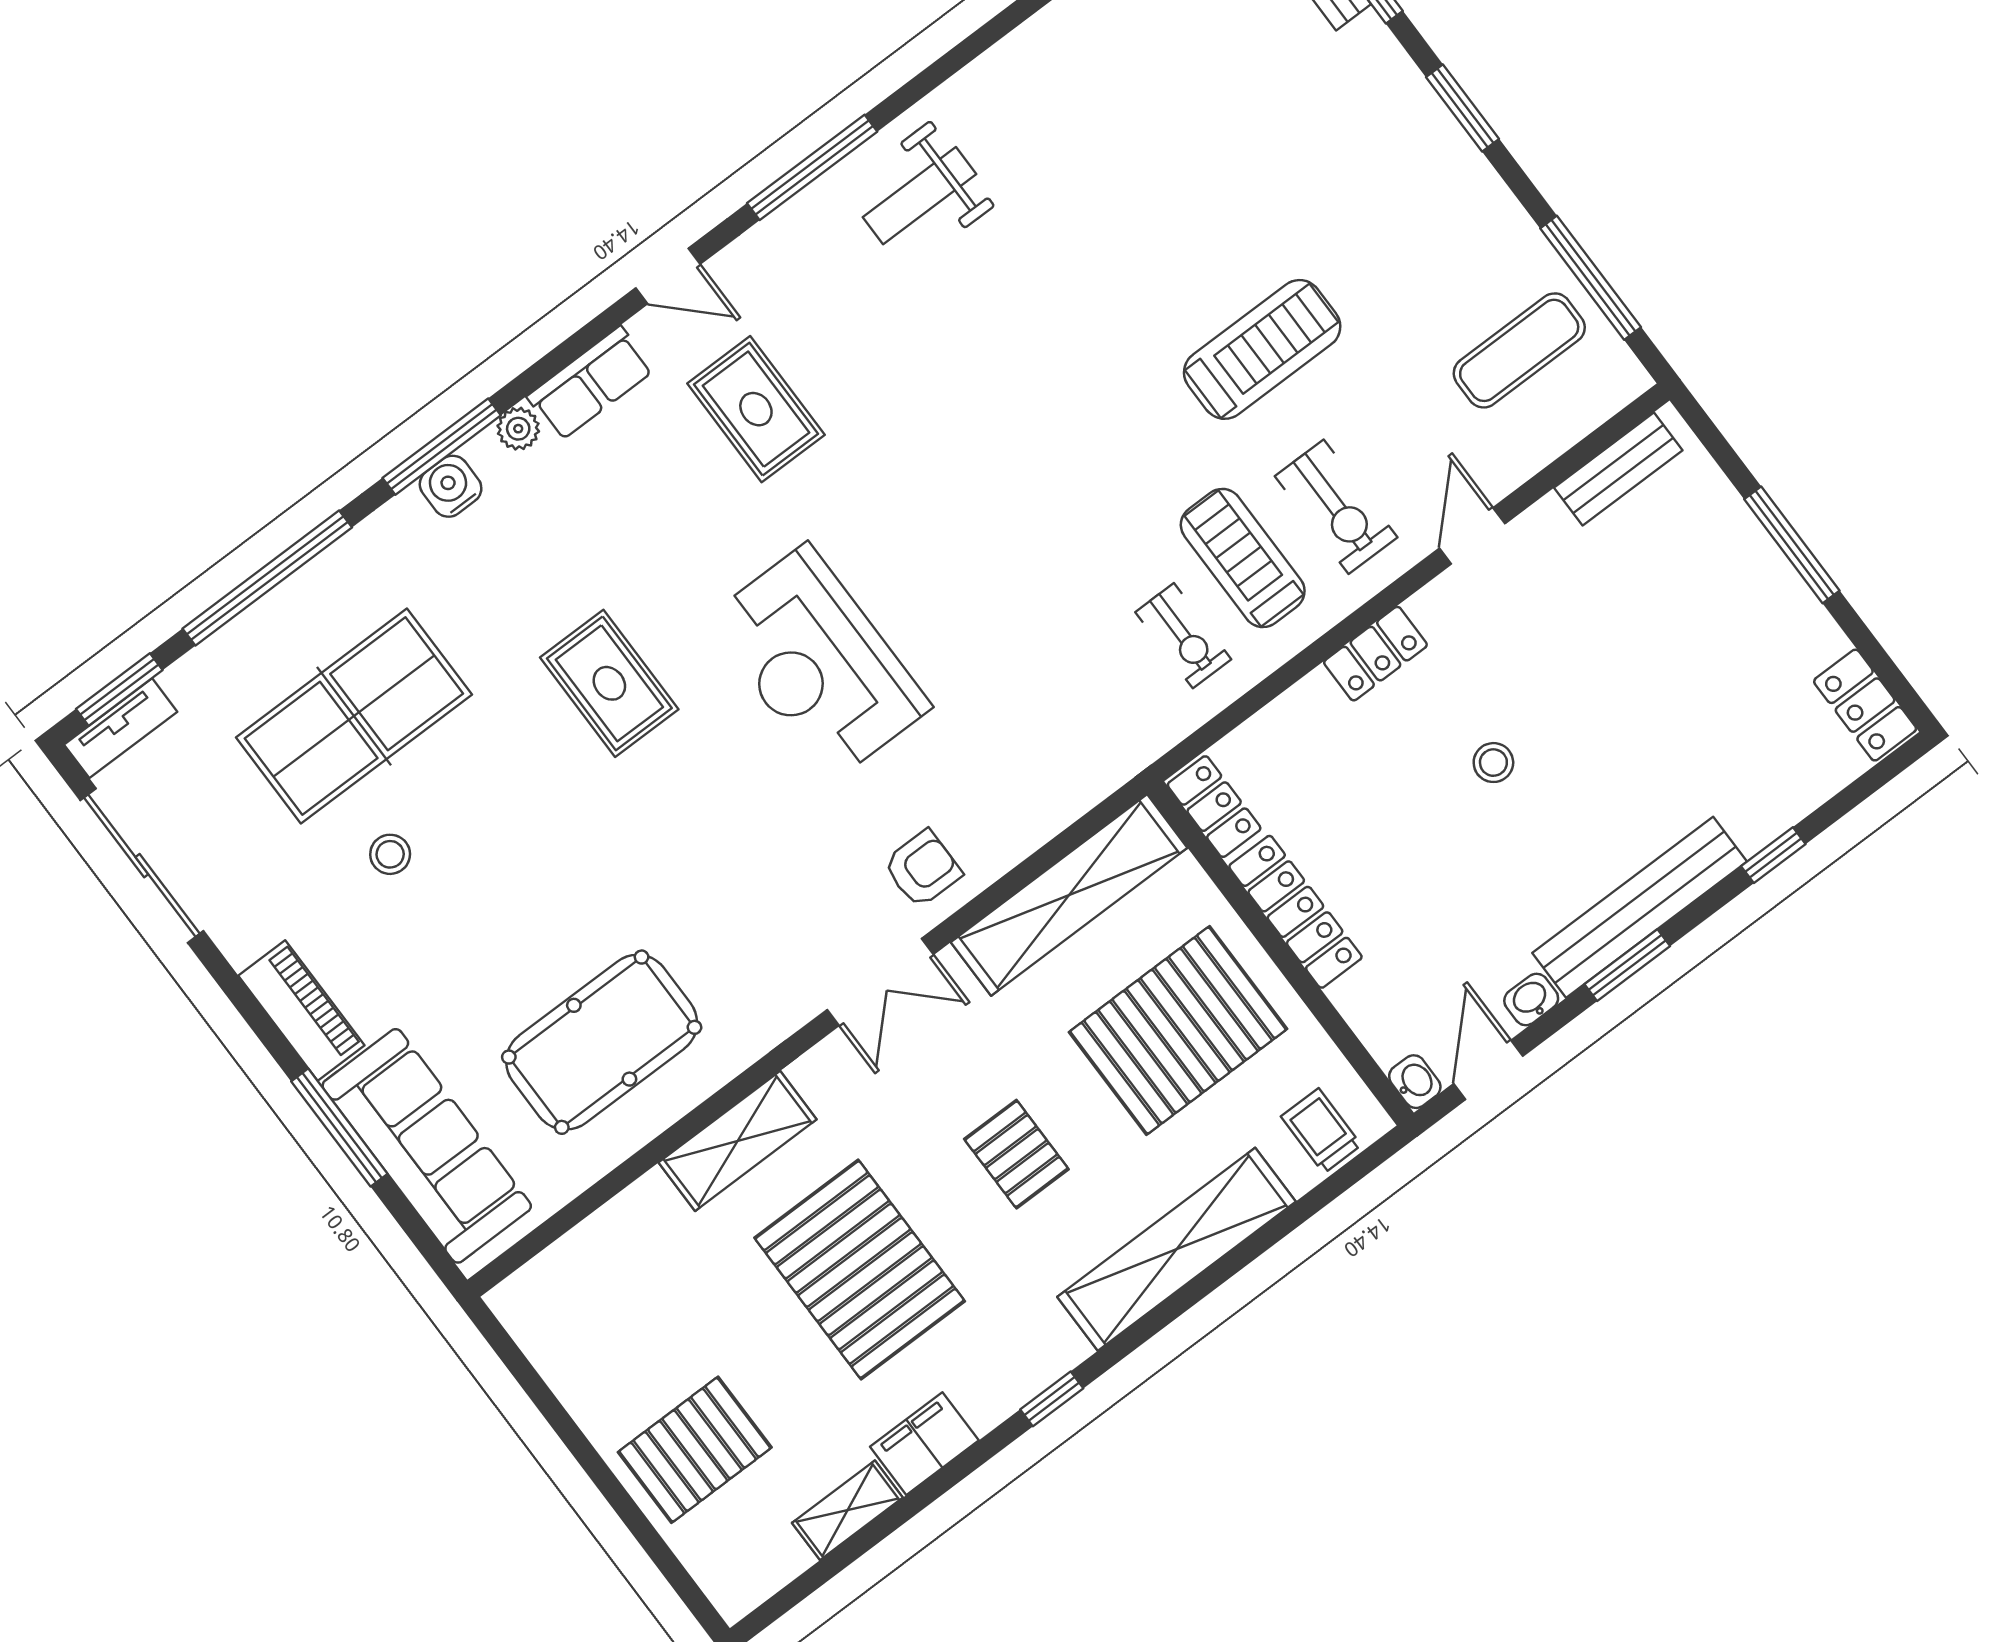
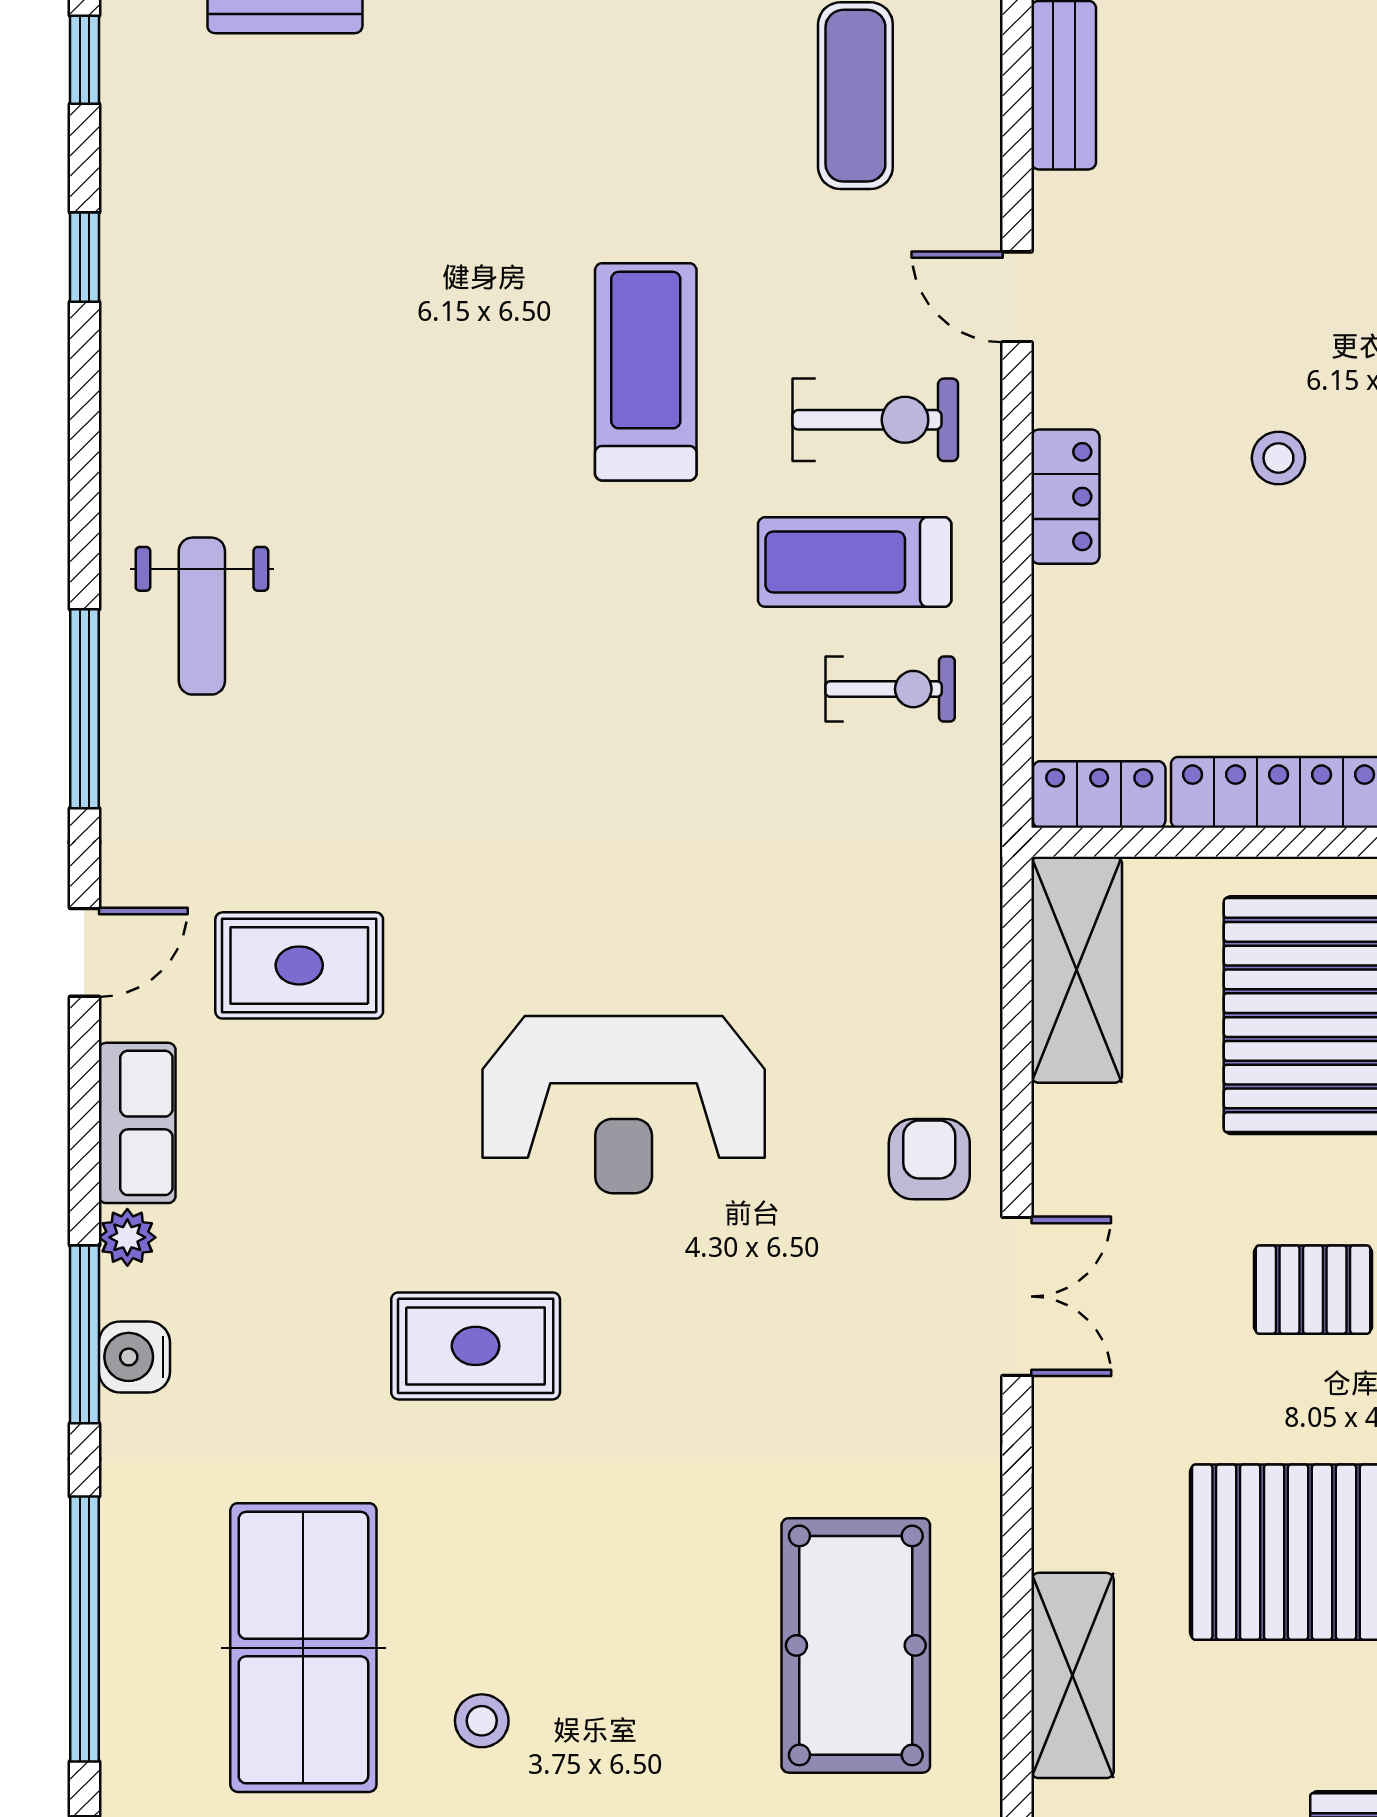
shelving: (1069, 895) -> (1077, 970), width x0.68
shelving: (738, 1141) -> (1073, 1675), moved

